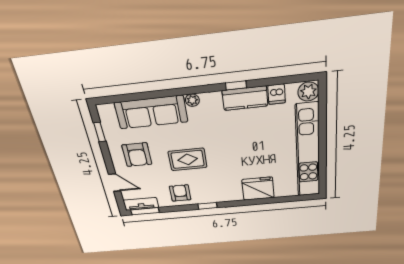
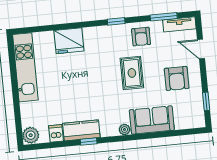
sofa: (151, 112) -> (152, 120), width x0.73
kitchen unit: (308, 151) -> (25, 67), width x0.73
armchair: (137, 155) -> (177, 78), turned 180
rug: (188, 159) -> (132, 73), turned 90
window: (145, 211) -> (164, 17), moved

